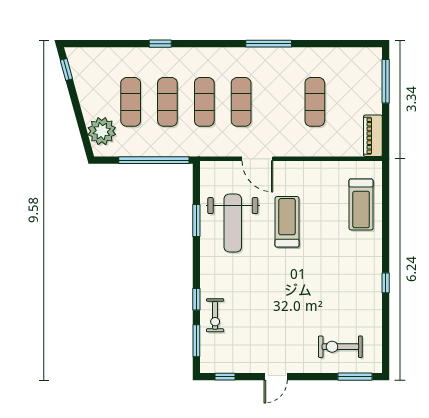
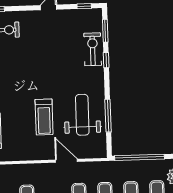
window: (196, 221) -> (108, 116), width x1.44
exercise bike: (215, 315) -> (93, 49), width x1.38, depth x1.39

